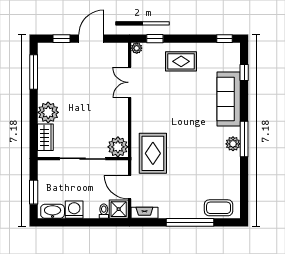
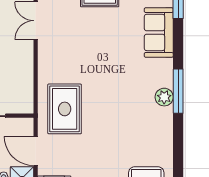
sofa: (229, 99) -> (159, 32), width x0.73
plant: (118, 147) -> (21, 101), removed

